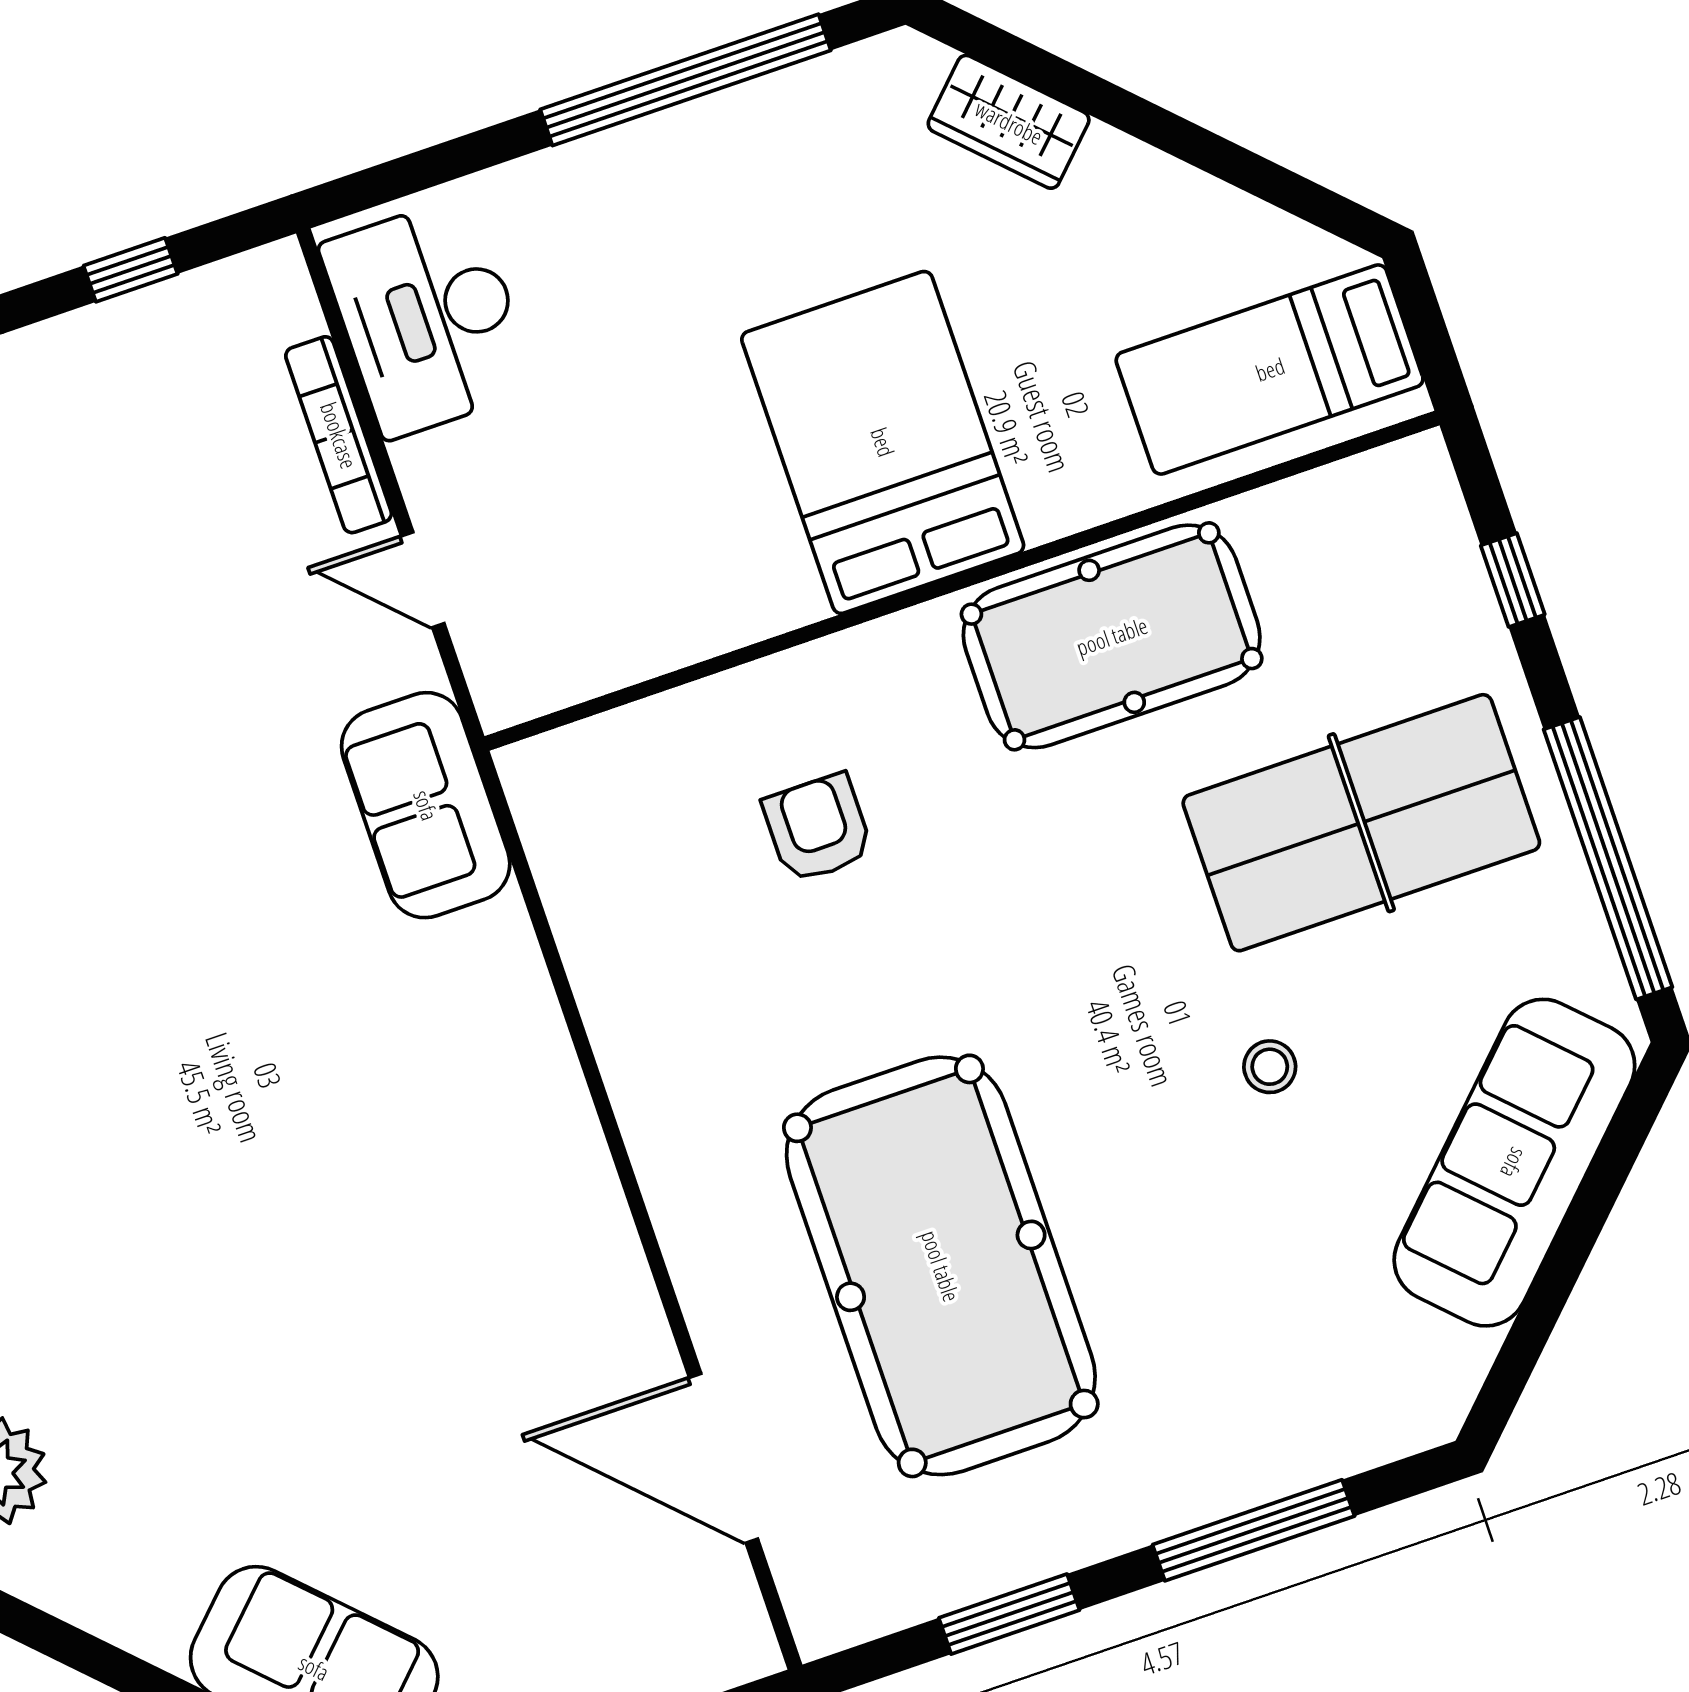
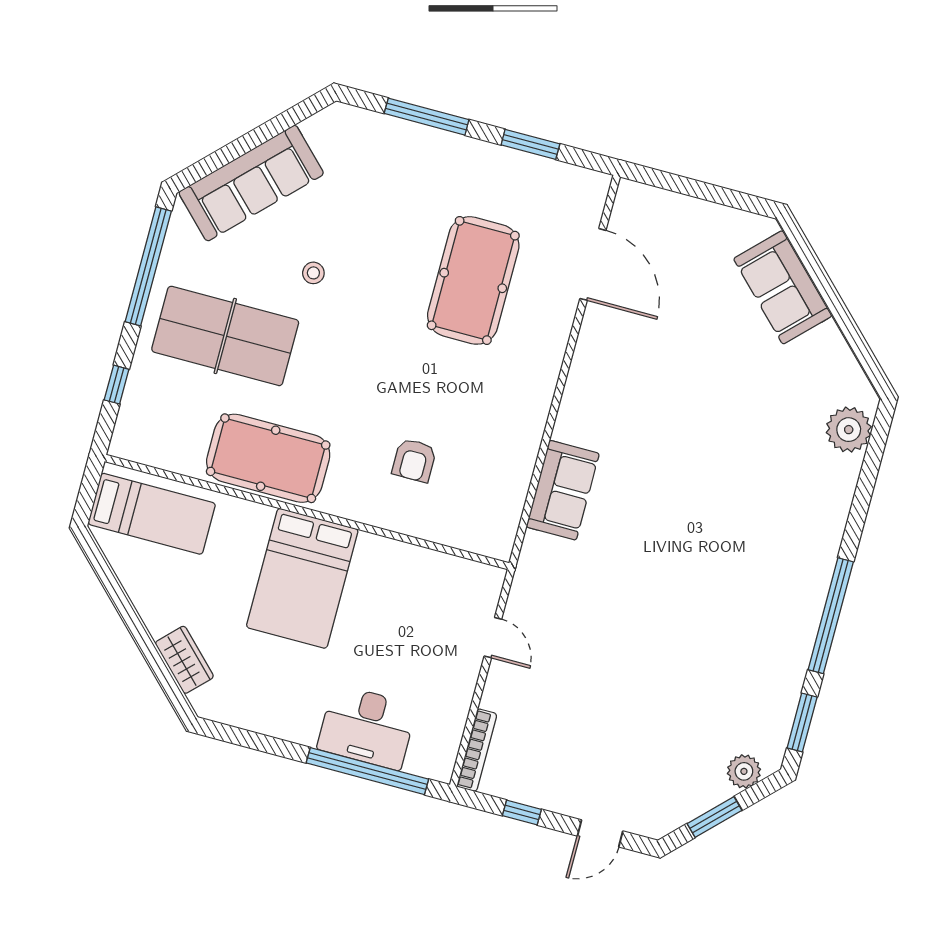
window: (686, 80) -> (367, 771), moved
desk: (428, 317) -> (367, 727), moved, turned 90
bookcase: (339, 435) -> (477, 750), moved
sofa: (426, 805) -> (563, 490), moved
pool table: (941, 1266) -> (473, 280), width x0.73, depth x0.76

